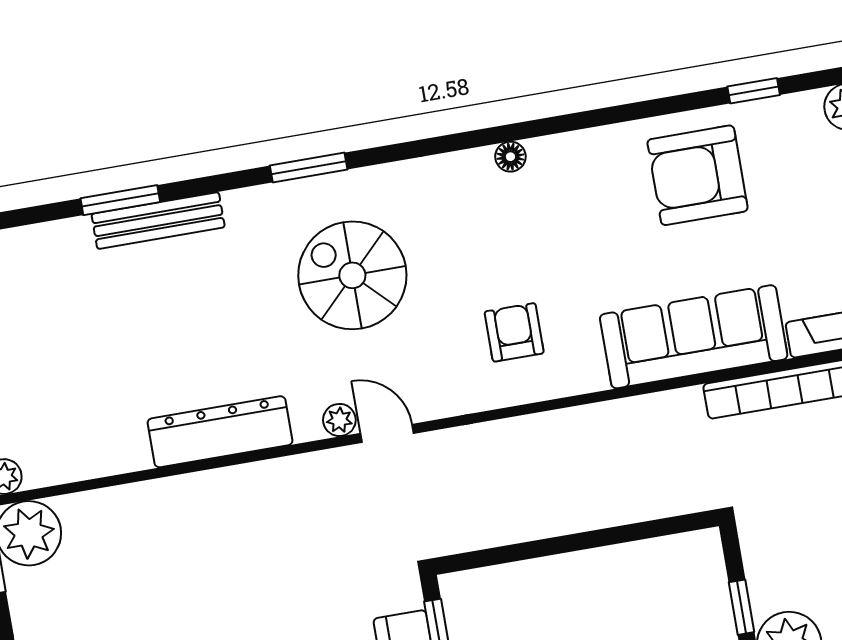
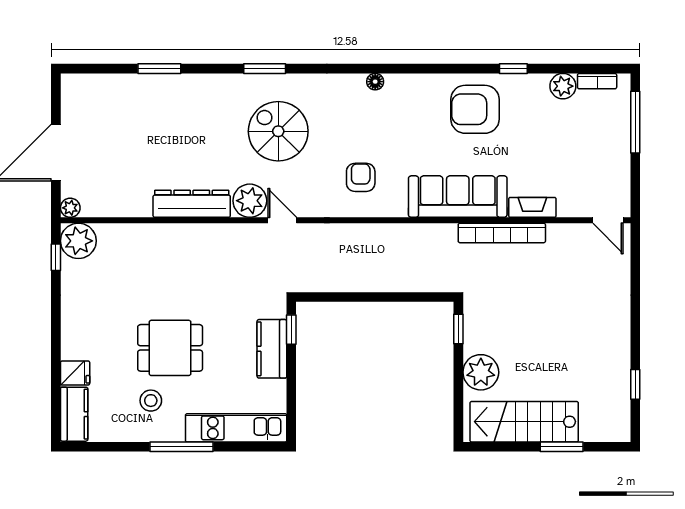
bench: (158, 221) -> (178, 83), removed
plant: (339, 420) -> (250, 201), width x1.88, depth x1.88
window: (742, 607) -> (458, 329), moved

